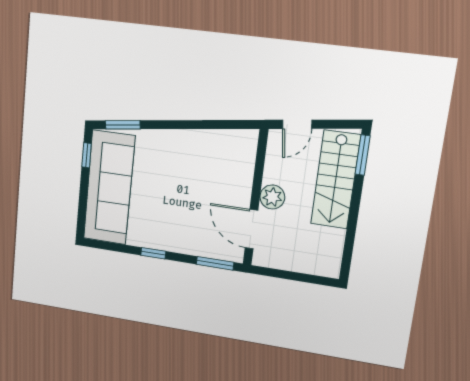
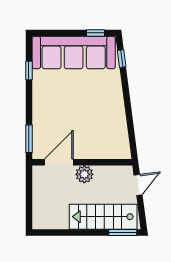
door: (297, 124) -> (138, 185), swing flipped
window: (123, 125) -> (122, 59), width x0.67
window: (153, 253) -> (29, 71), moved

